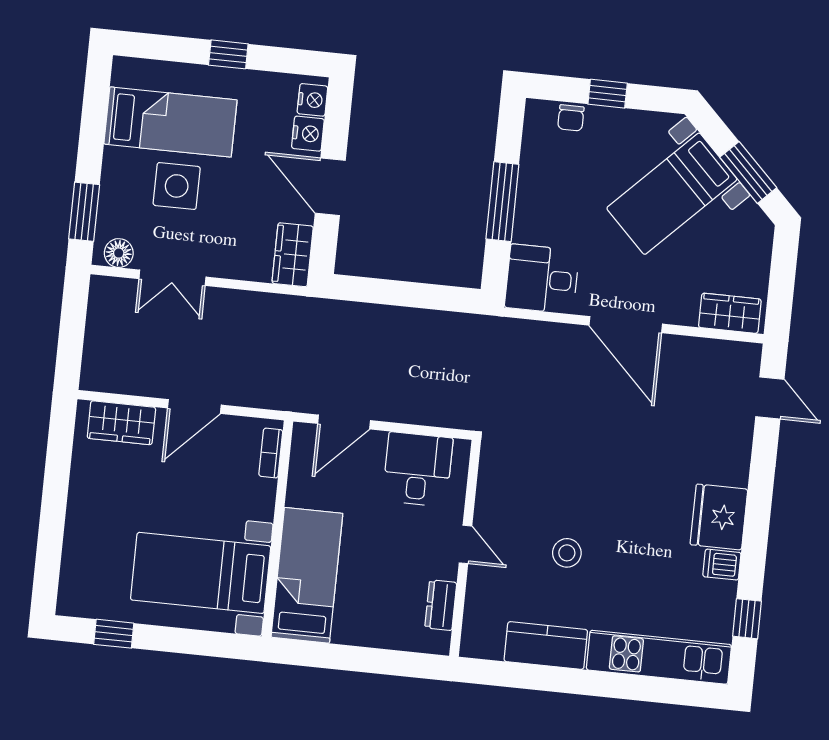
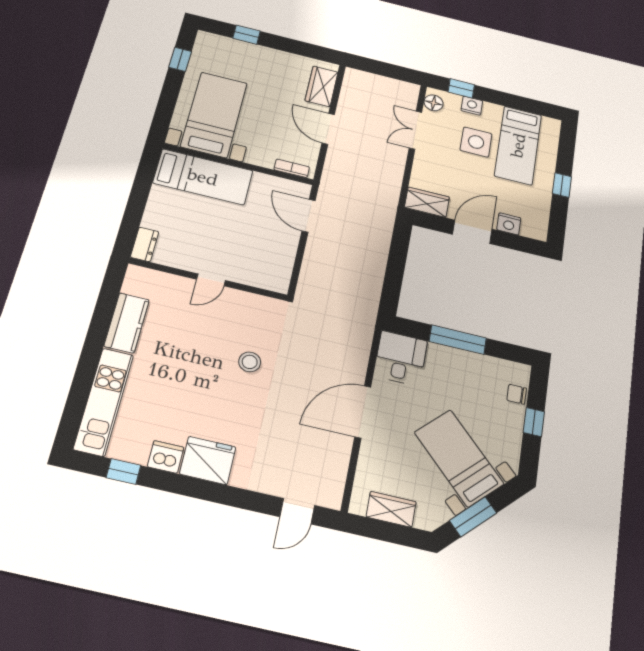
nightstand: (312, 100) -> (472, 106), moved, turned 180
window: (84, 212) -> (461, 88), width x0.67
wardrobe: (730, 313) -> (391, 509), moved, turned -90
desk: (418, 469) -> (270, 257), removed
window: (50, 543) -> (246, 35), added
stool: (567, 553) -> (250, 362), moved
dishwasher: (722, 565) -> (166, 457), width x1.38
dresser: (441, 605) -> (145, 244), moved, turned 90

